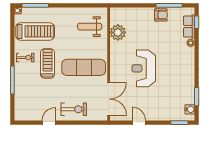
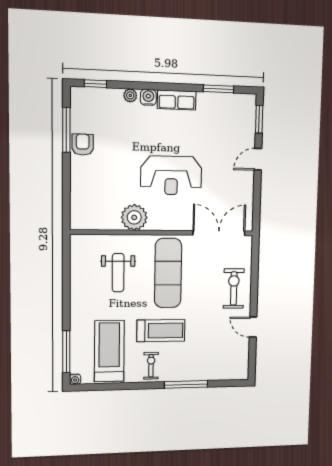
row of seats: (189, 26) -> (177, 100), moved
weight bench: (90, 27) -> (118, 273), moved
plant: (118, 32) -> (134, 217), moved
treadmill: (47, 63) -> (161, 331), turned 180
water cooler: (190, 109) -> (148, 97), moved
door: (139, 123) -> (258, 159), moved

